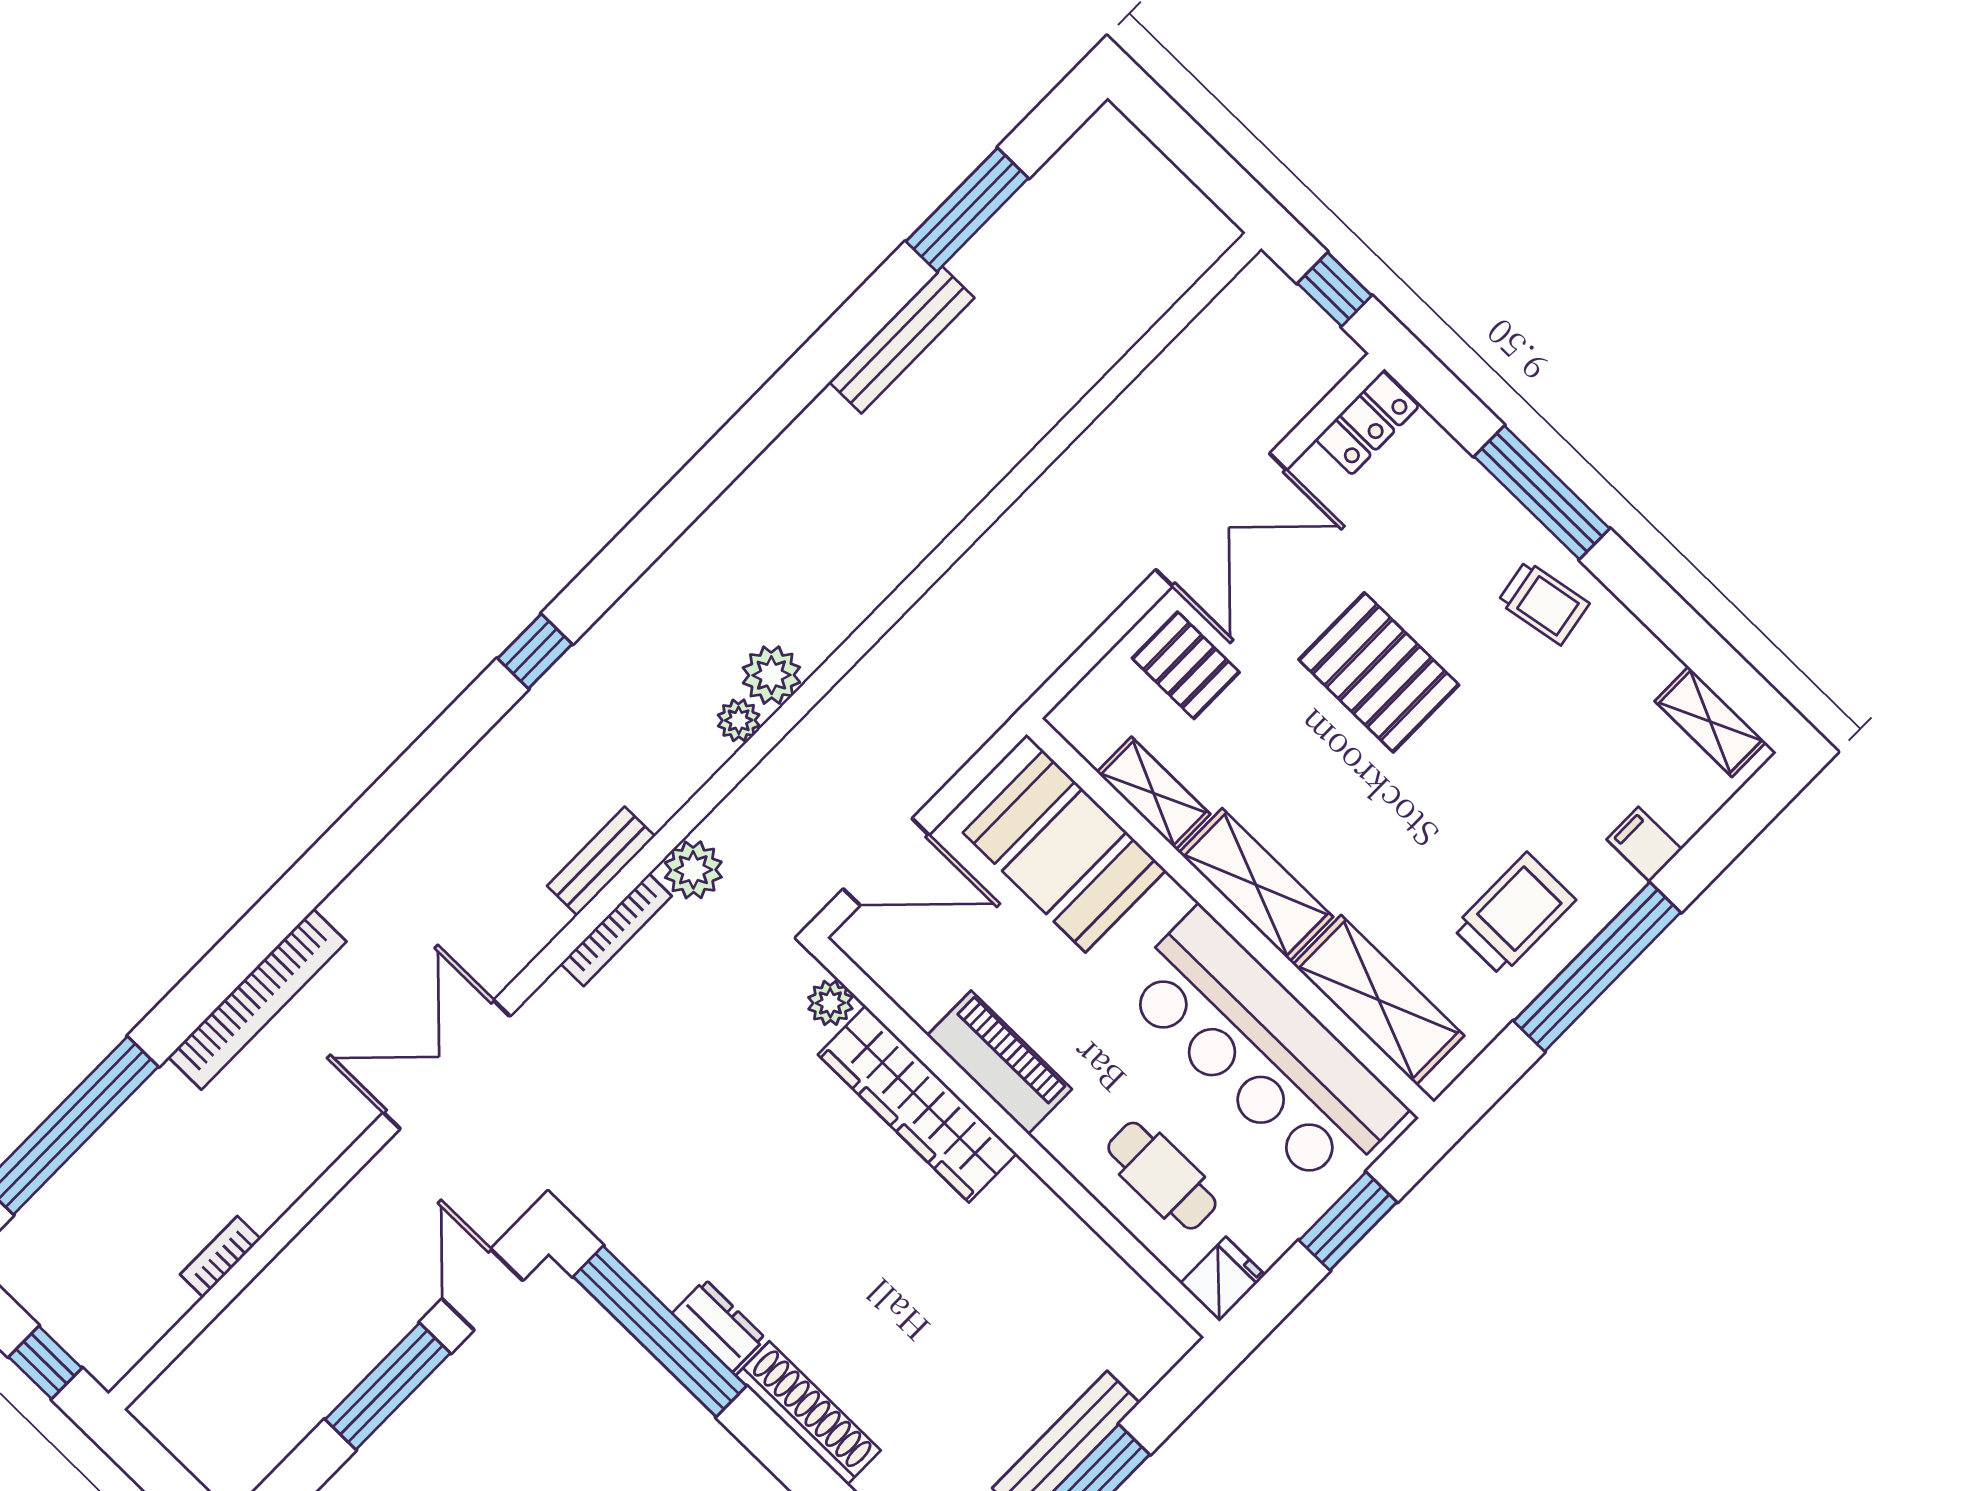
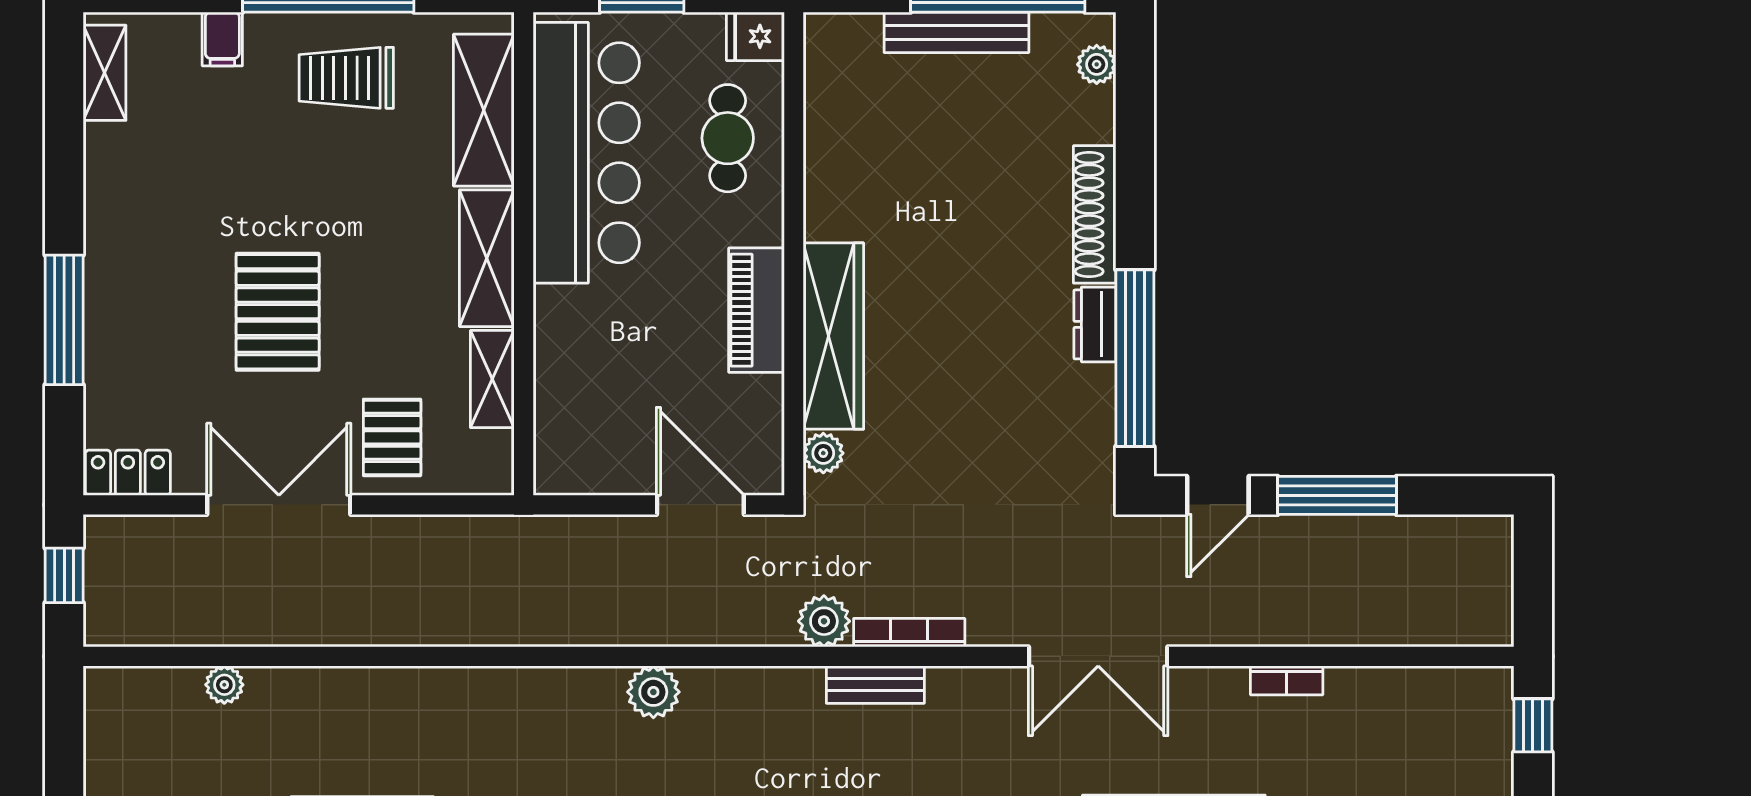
trolley: (1543, 603) -> (132, 251), removed
plant: (739, 720) -> (224, 685), moved
booth: (1064, 851) -> (584, 399), removed
bookcase: (220, 1257) -> (1287, 680), moved

